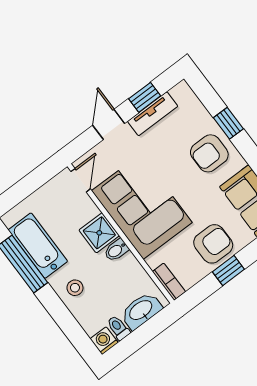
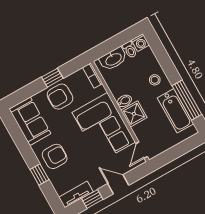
tv unit: (153, 114) -> (76, 194), moved
door: (109, 124) -> (118, 184), swing flipped

